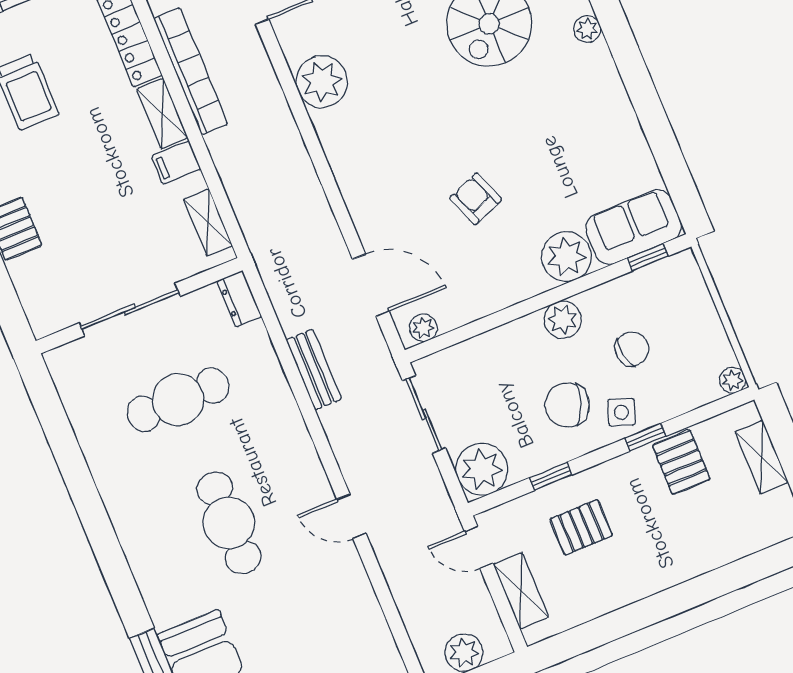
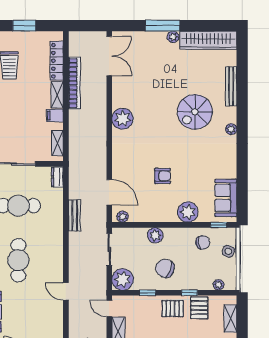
plant: (322, 82) -> (122, 119), moved
armchair: (476, 199) -> (162, 176), turned 111
sofa: (634, 227) -> (226, 198), moved, turned -90
plant: (563, 320) -> (155, 235), moved
chair: (632, 349) -> (203, 242), moved
plant: (733, 380) -> (219, 285), moved
side table: (621, 412) -> (228, 251), moved
door: (351, 516) -> (66, 291), moved
pallet: (581, 527) -> (173, 309), moved

